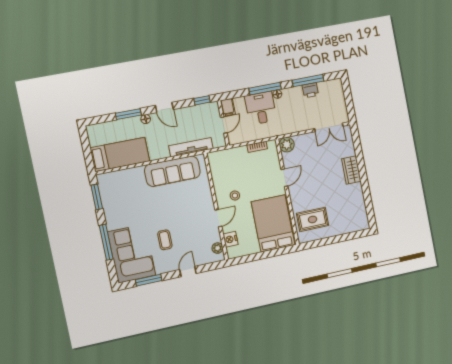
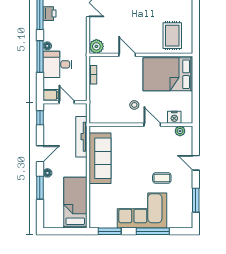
corner sofa: (132, 253) -> (142, 210), moved

